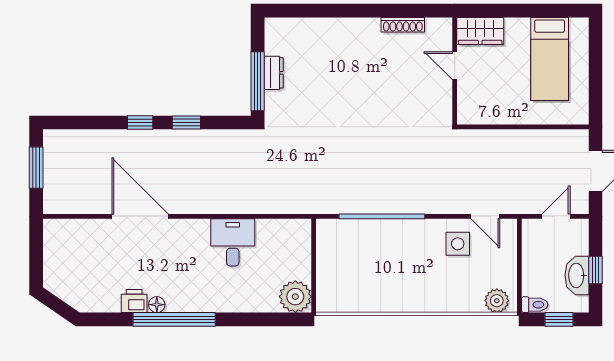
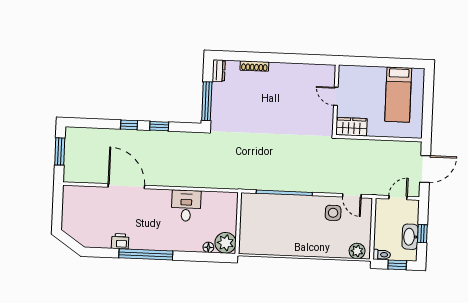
shoe rack: (403, 25) -> (254, 66), moved
wardrobe: (480, 31) -> (351, 127), moved, turned 180
dresser: (274, 73) -> (219, 71), moved
floor lamp: (157, 305) -> (208, 247), moved

